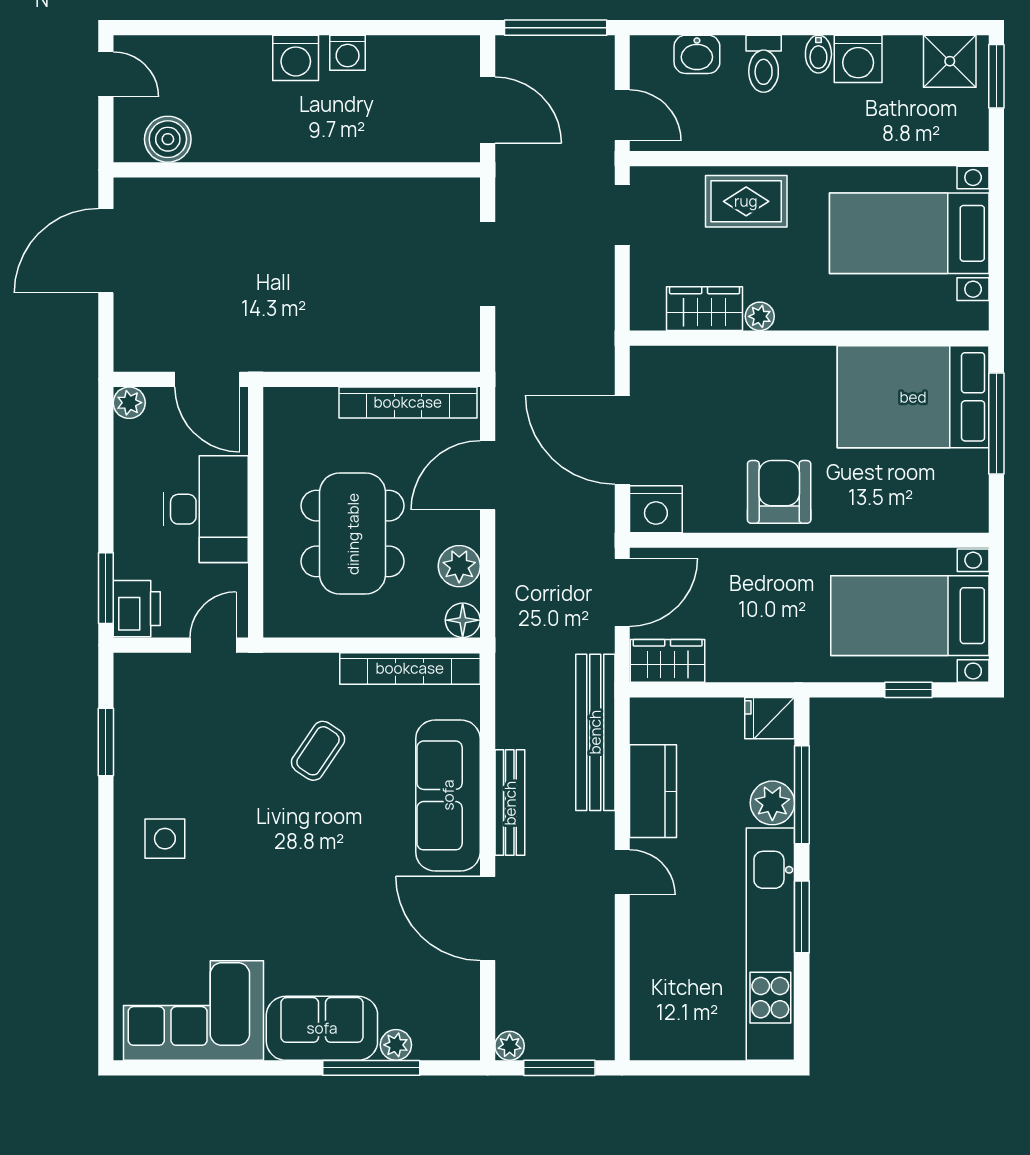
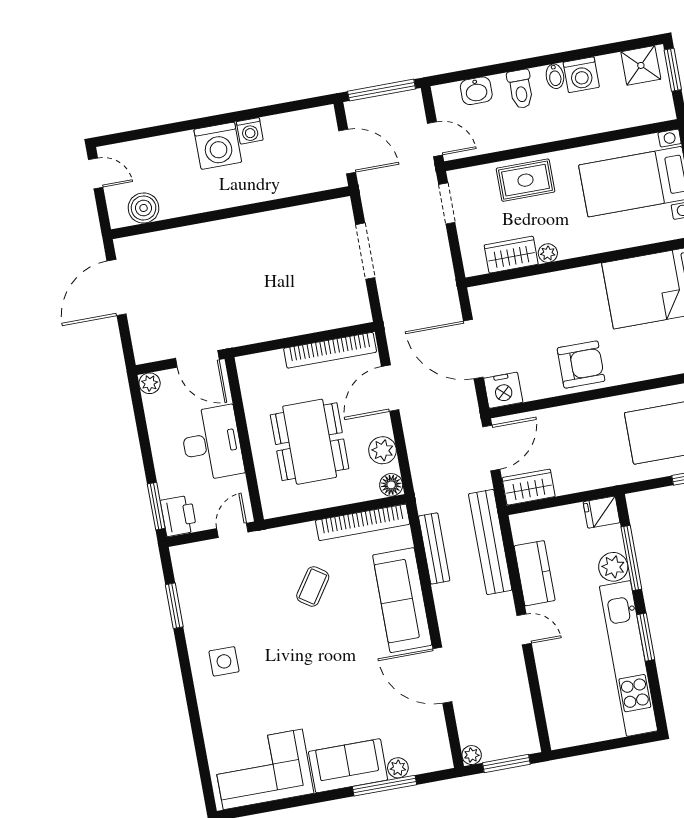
washing machine: (296, 58) -> (218, 146), width x1.37, depth x1.37
armchair: (779, 492) -> (581, 365), turned 90
bench: (510, 803) -> (434, 548), moved

